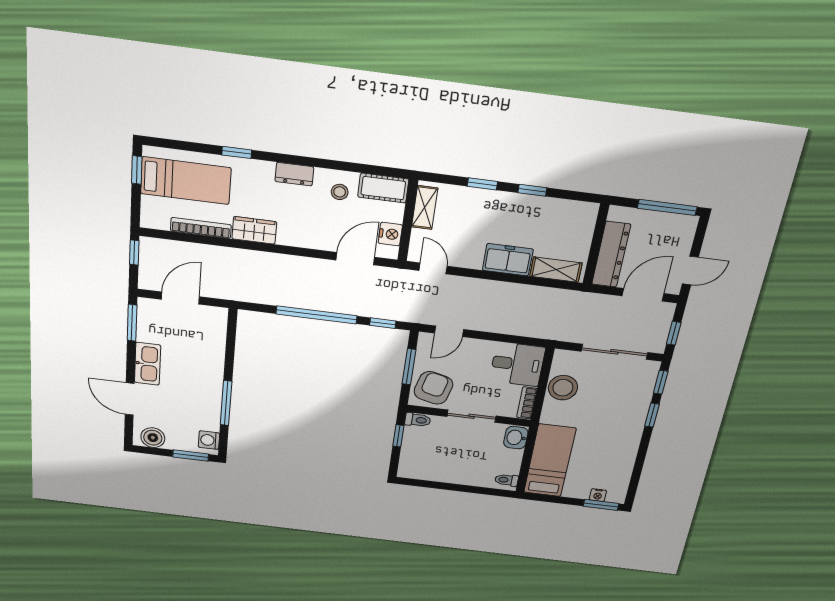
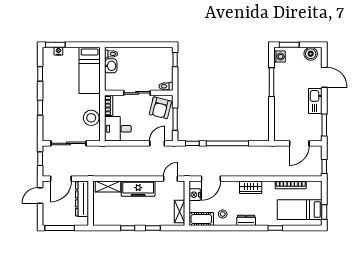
wardrobe: (254, 230) -> (251, 187), moved
freezer: (508, 260) -> (138, 189), width x1.40
door: (433, 268) -> (171, 179), swing flipped
window: (661, 382) -> (40, 74), moved
window: (398, 436) -> (175, 60), moved
washbasin: (516, 438) -> (111, 66), moved

